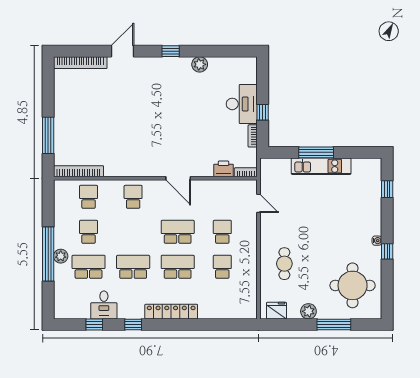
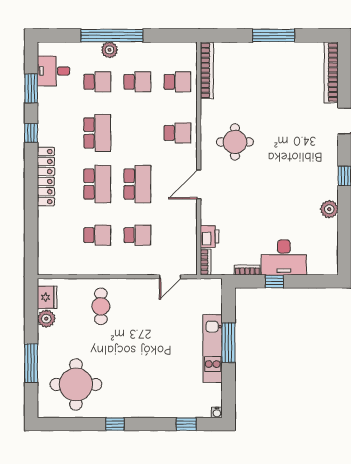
window: (48, 135) -> (274, 35), moved
round table: (141, 147) -> (235, 142), added
water cooler: (377, 241) -> (217, 412), moved
cafe table: (284, 264) -> (101, 306), turned 90
school desk: (89, 267) -> (97, 82), width x0.54
desk: (104, 305) -> (54, 71), moved
plant: (308, 311) -> (46, 319), moved
window: (94, 325) -> (31, 88), width x1.50

